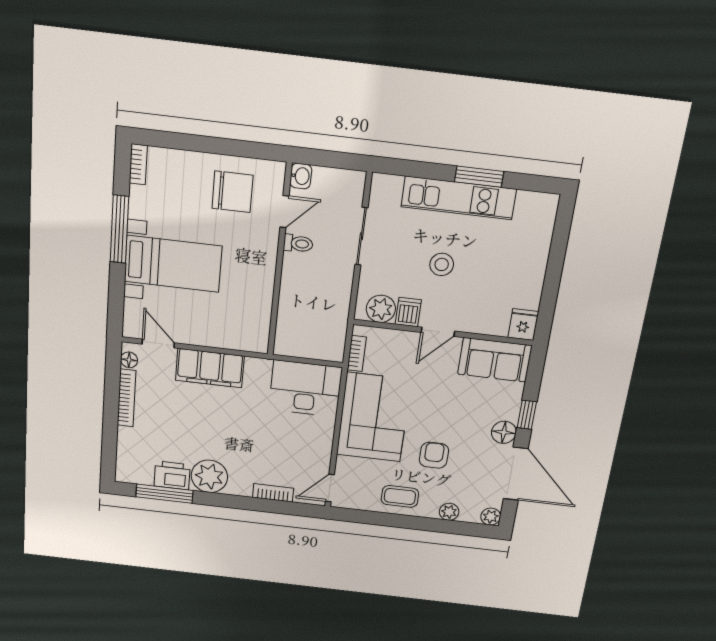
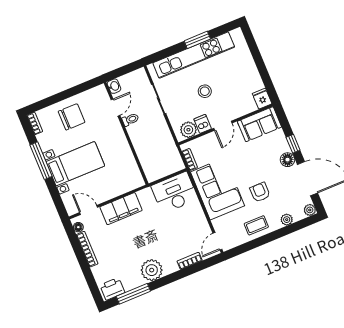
chair: (233, 192) -> (71, 117), moved
kitchen unit: (459, 198) -> (194, 55), width x1.36
printer: (172, 475) -> (112, 289), moved

